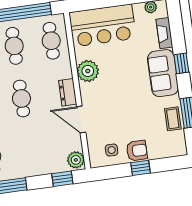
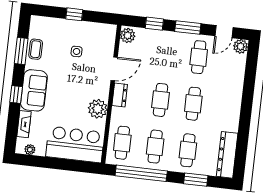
door: (81, 120) -> (114, 69), hinge flipped
side table: (112, 150) -> (77, 51), moved
armchair: (137, 151) -> (73, 30), removed
window: (62, 179) -> (154, 24), moved

